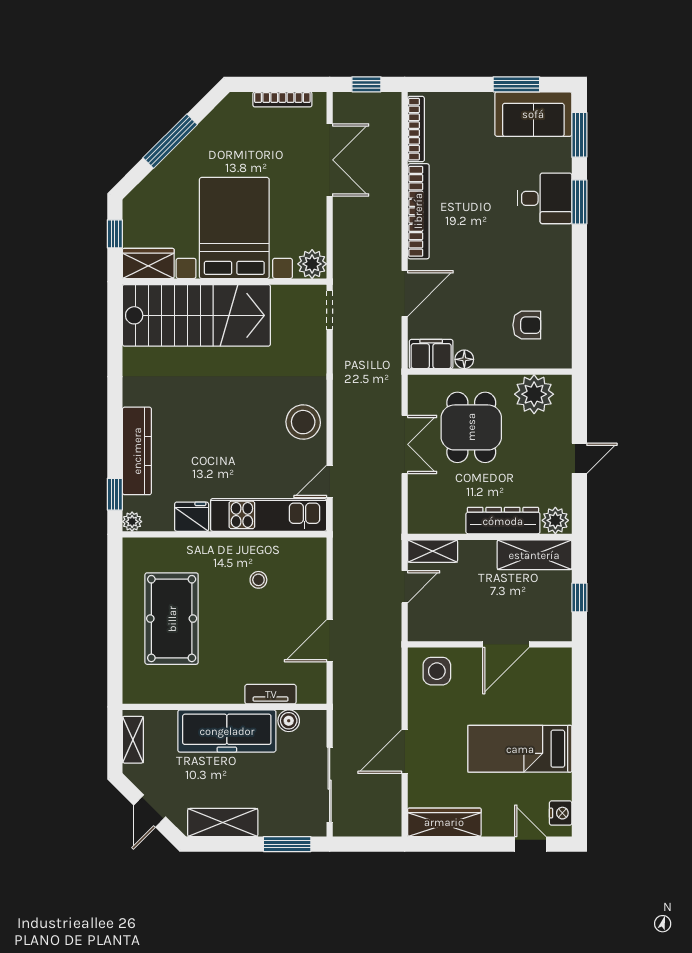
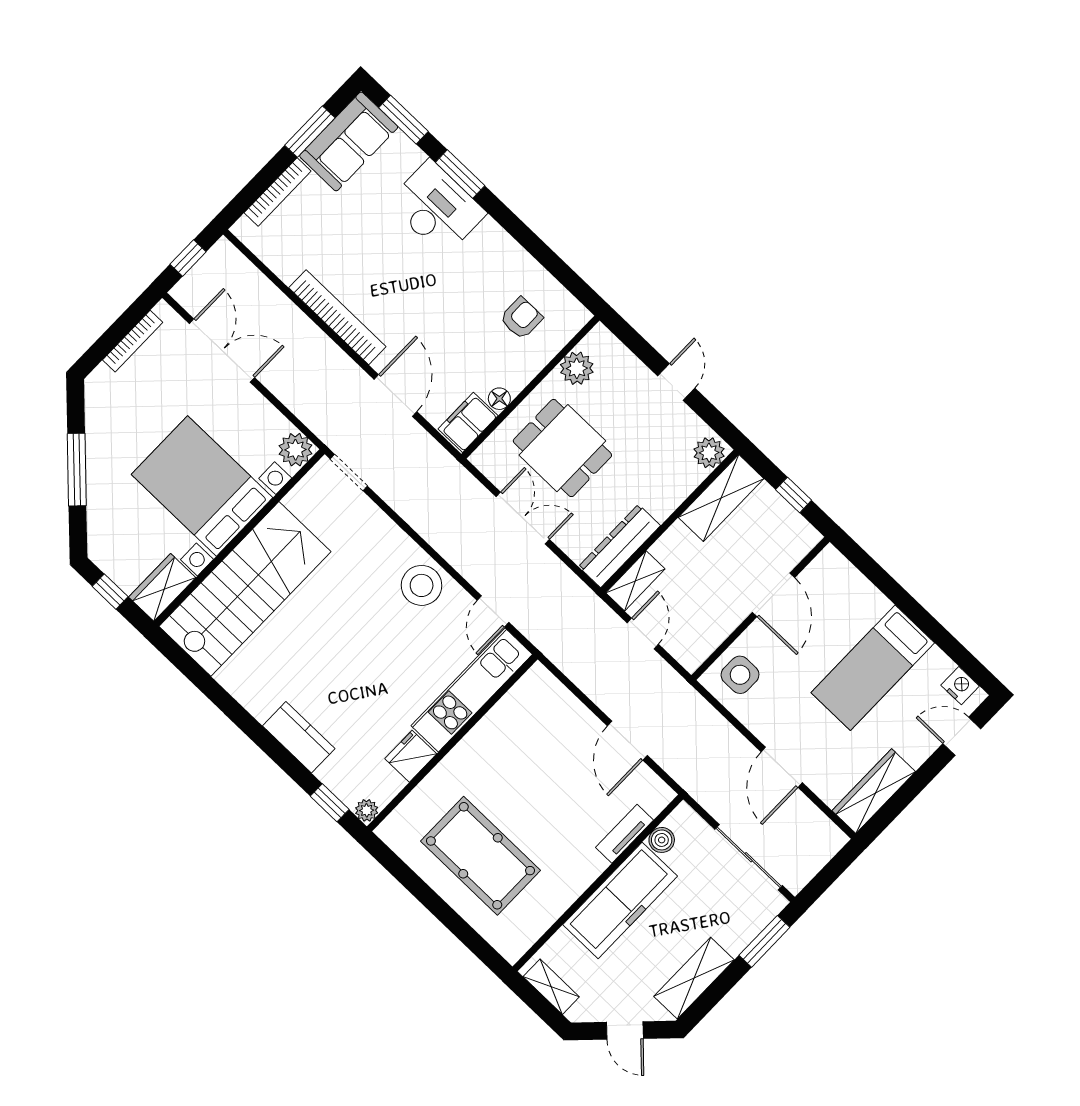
bookcase: (416, 129) -> (278, 192), moved, turned 90
desk: (545, 198) -> (437, 208), width x1.37
plant: (534, 394) -> (577, 368), width x0.73, depth x0.73
kitchen counter: (137, 451) -> (299, 737), width x0.67
dresser: (503, 521) -> (619, 546), moved
stool: (258, 580) -> (518, 751), removed

